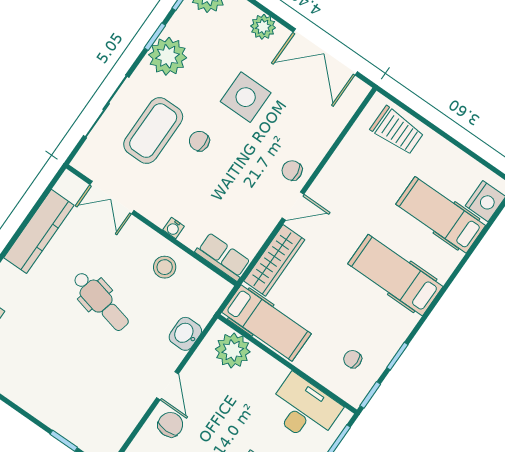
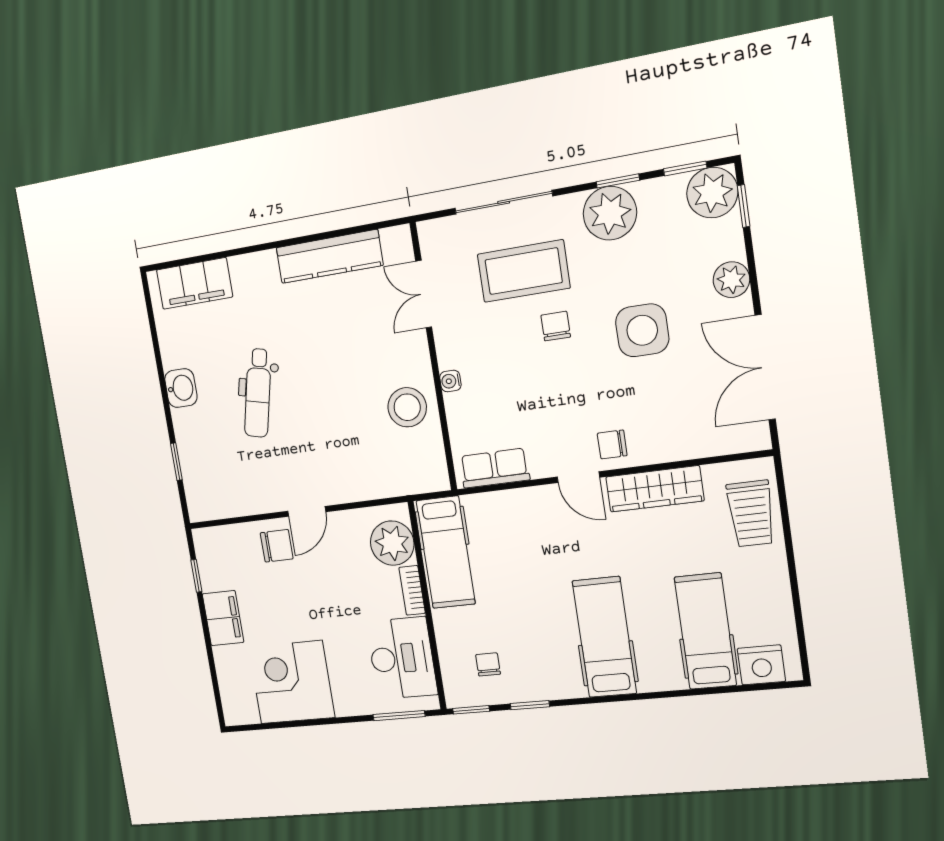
chair: (292, 170) -> (612, 444), turned -83
row of seats: (223, 257) -> (495, 468), moved, turned -90
wardrobe: (274, 260) -> (655, 489), moved
stool: (165, 267) -> (407, 407), width x1.38, depth x1.38
dental chair: (101, 301) -> (258, 393), moved
washbasin: (185, 334) -> (181, 388), moved, turned 90
bookcase: (270, 365) -> (412, 590), added

